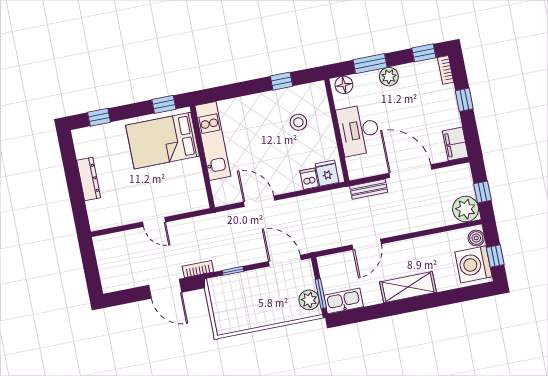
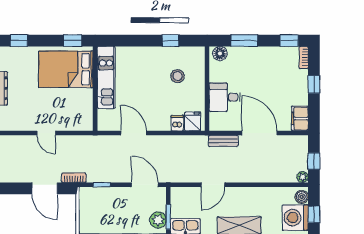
plant: (389, 77) -> (257, 54), removed
desk: (359, 130) -> (225, 97), width x0.73
plant: (466, 209) -> (303, 177), width x0.53, depth x0.53

